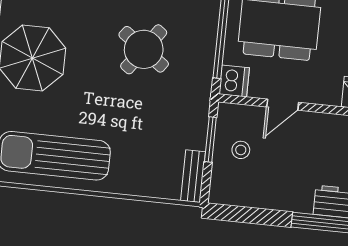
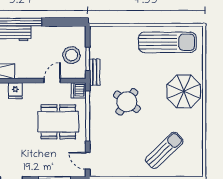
stool: (241, 150) -> (72, 55), width x1.89, depth x1.89
bench: (193, 176) -> (95, 72), moved

